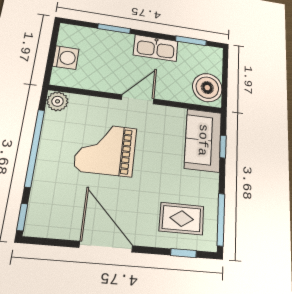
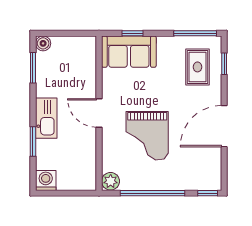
kitchen sink: (156, 48) -> (46, 118), moved
washing machine: (66, 58) -> (46, 180), moved
boiler: (207, 88) -> (43, 43), moved, width x0.54, depth x0.54

